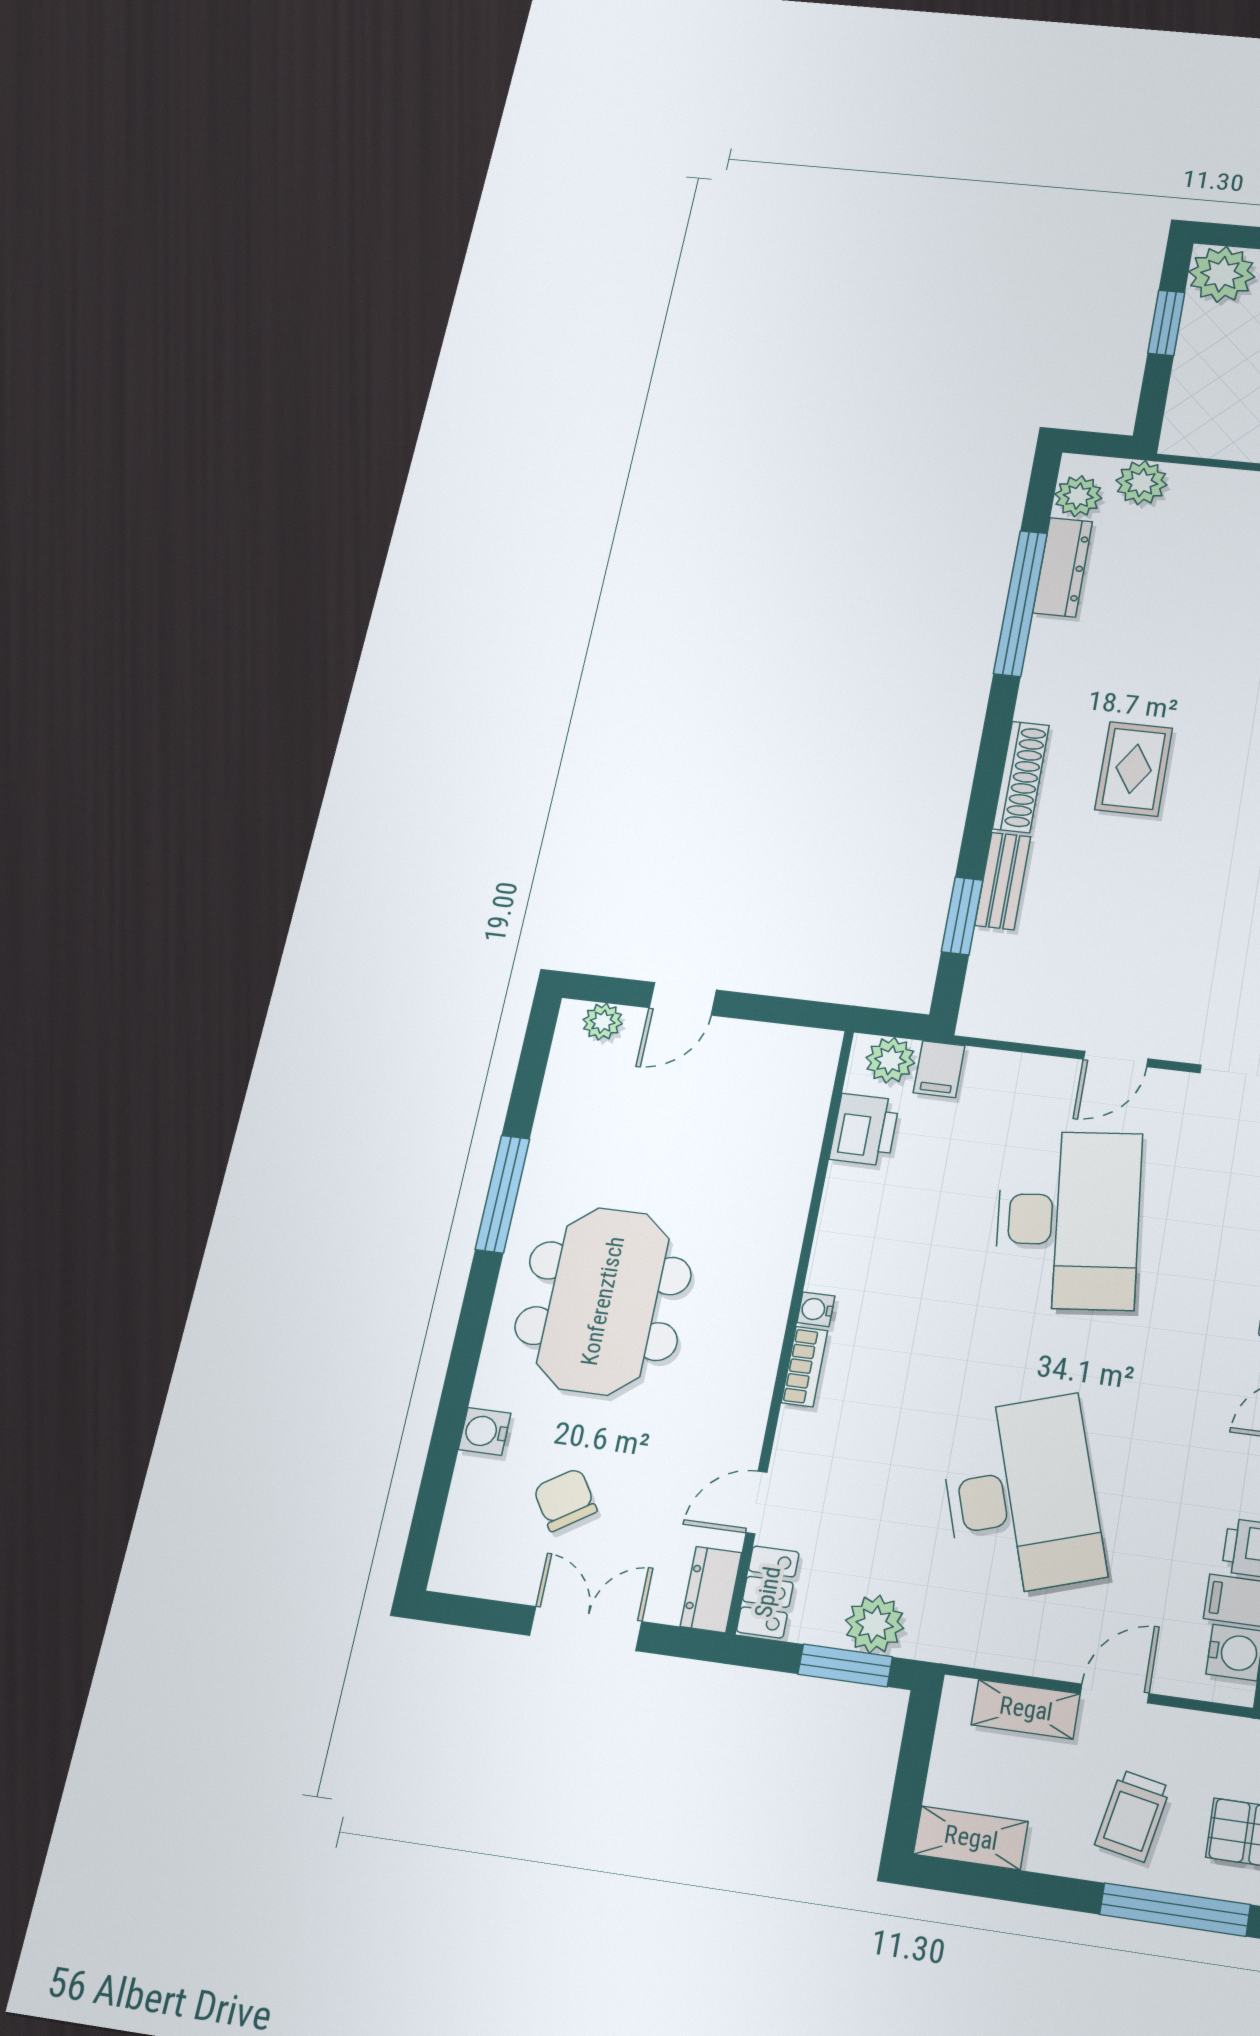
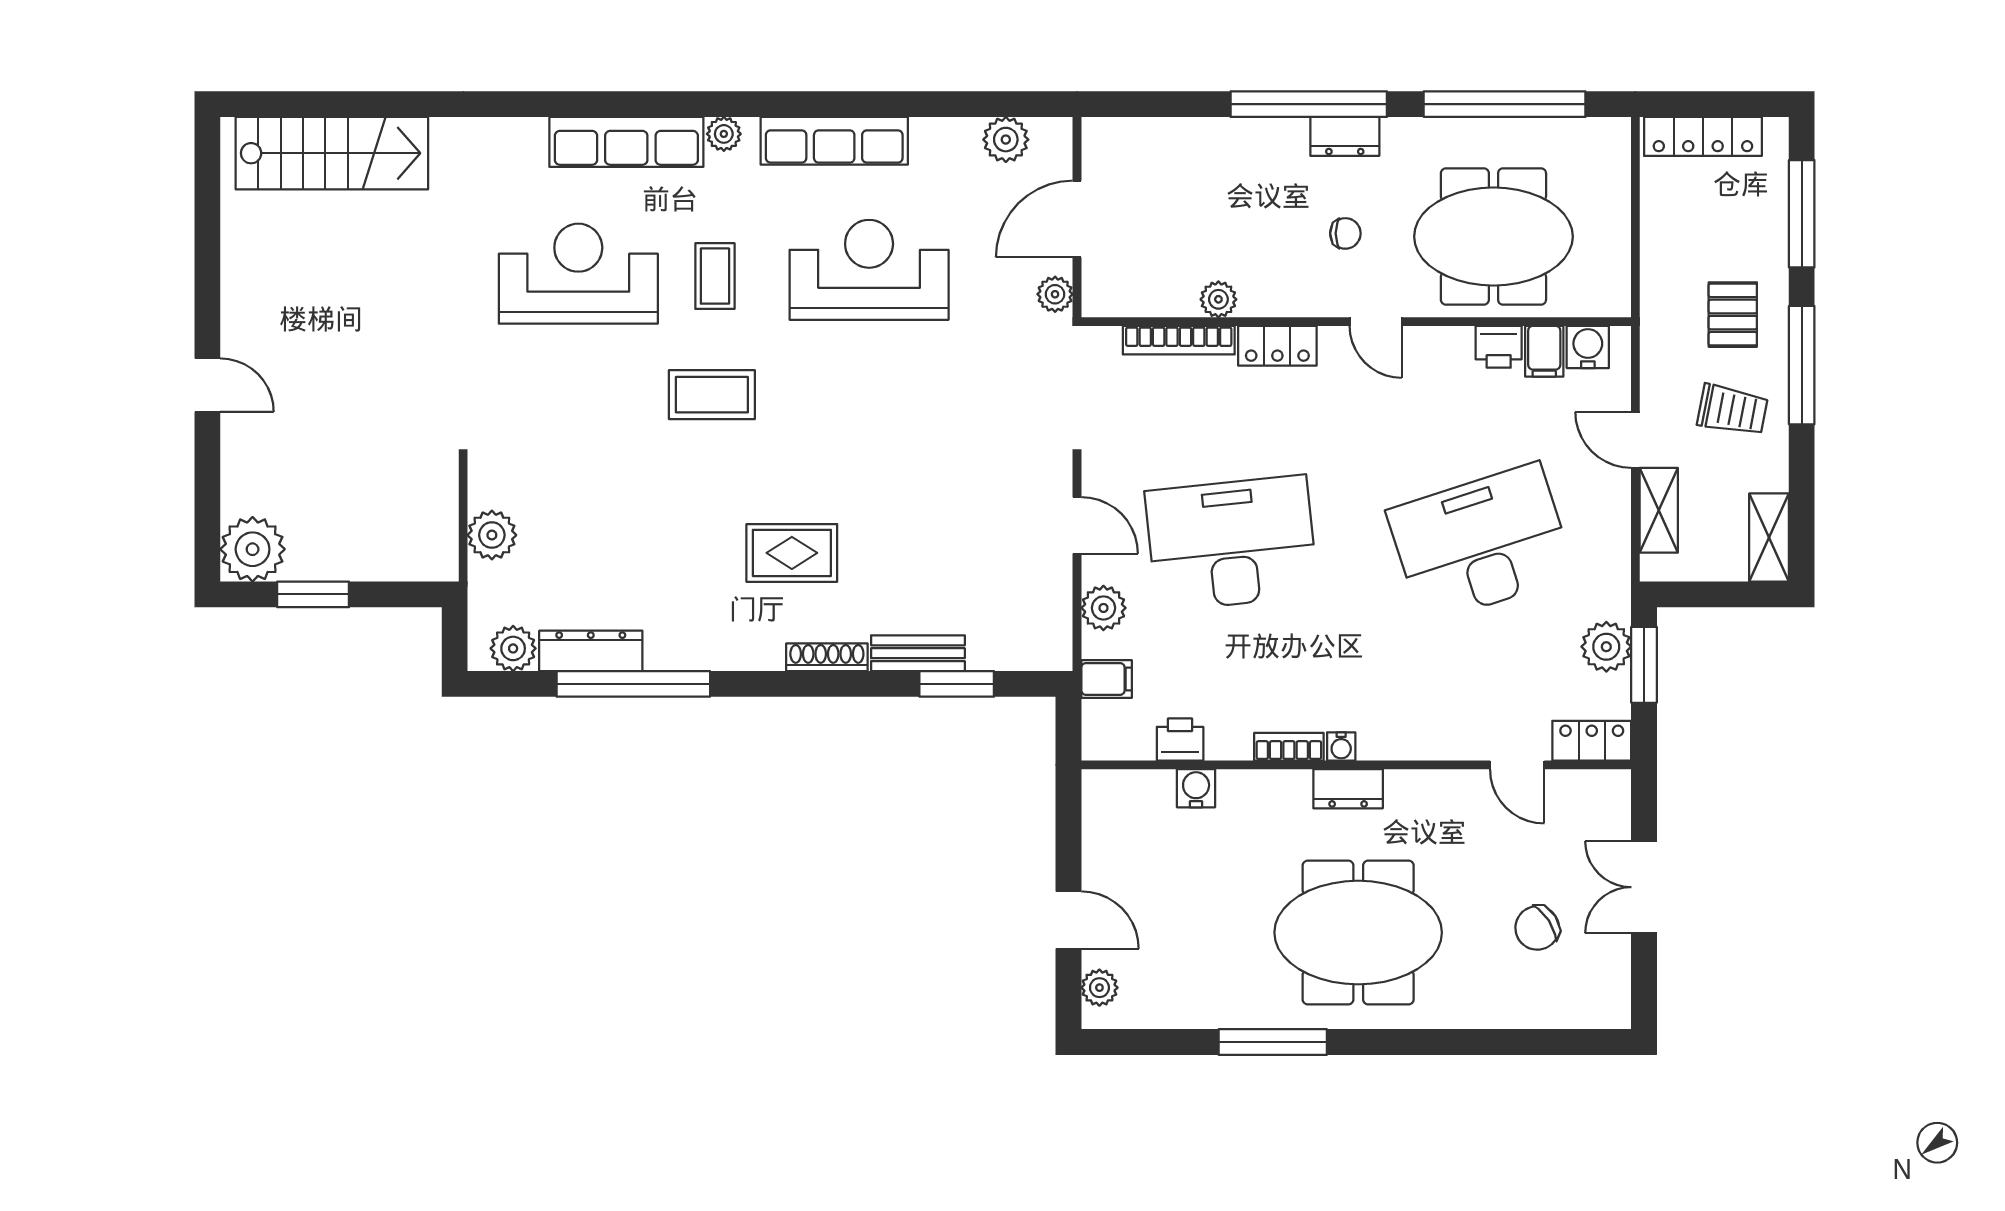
plant: (1141, 483) -> (492, 535), moved
shoe rack: (1021, 777) -> (827, 657), width x0.74, depth x0.81
plant: (890, 1060) -> (1103, 608), moved
printer: (865, 1130) -> (1180, 740), width x0.73, depth x0.81
bookcase: (804, 1367) -> (1289, 747), moved
water cooler: (485, 1431) -> (1196, 788), moved, turned 180
dresser: (711, 1589) -> (1348, 789), moved

